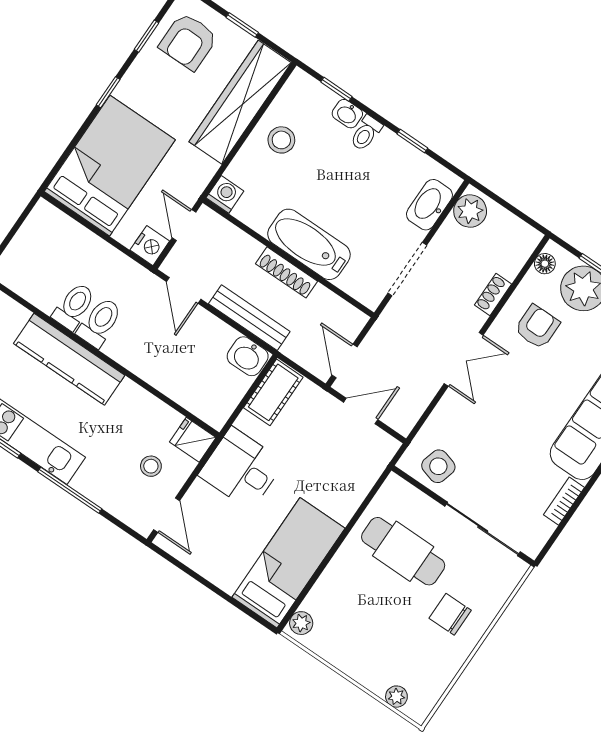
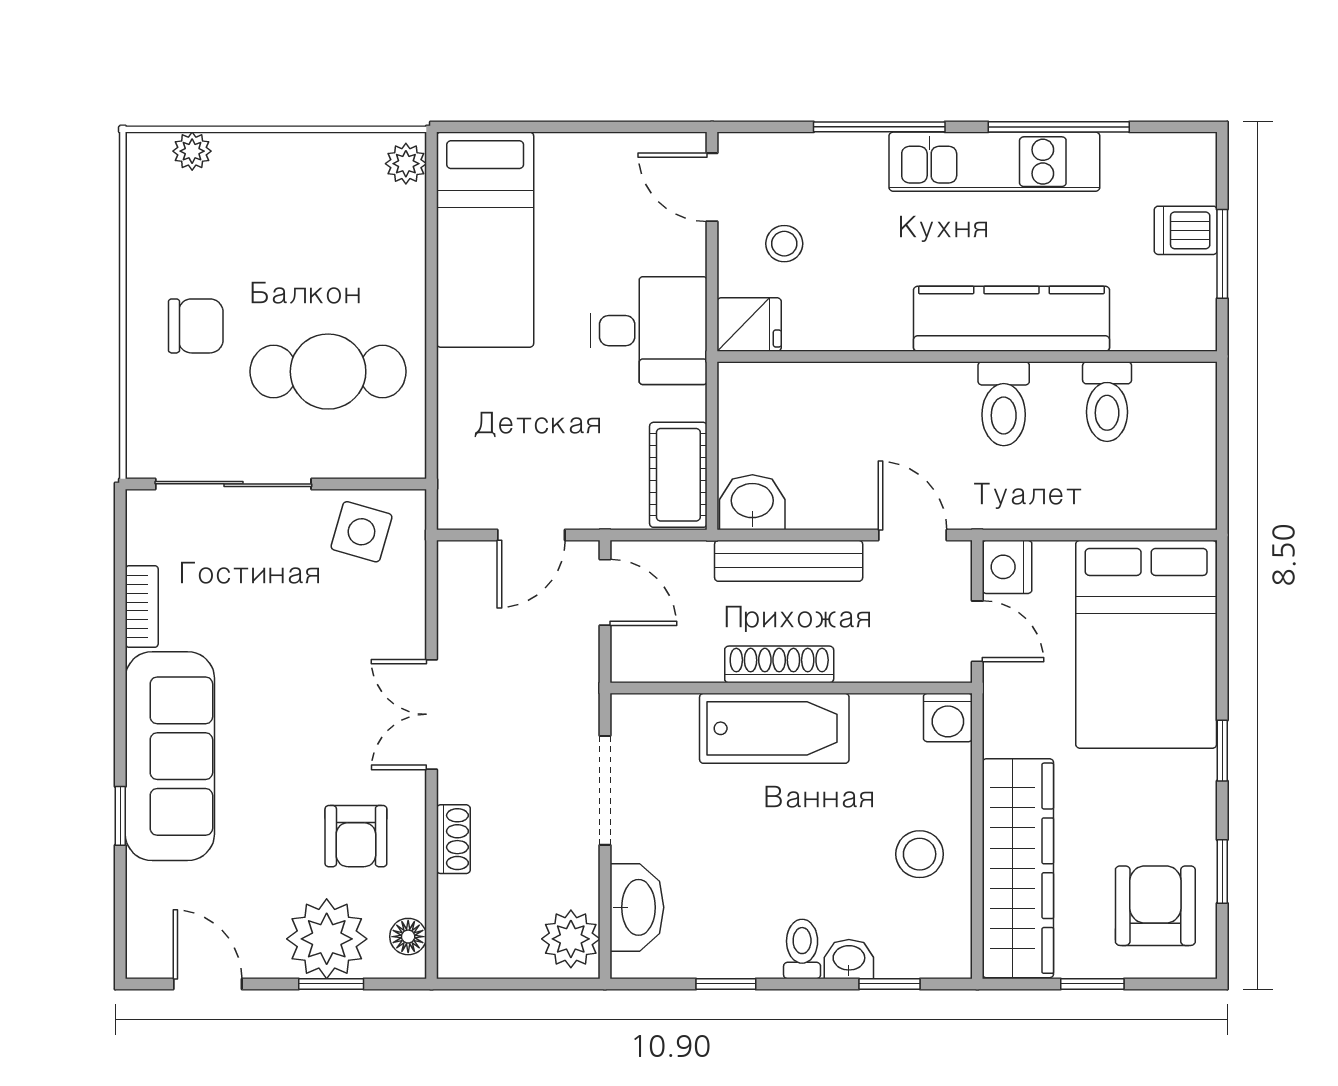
toilet: (74, 306) -> (1107, 402), moved

